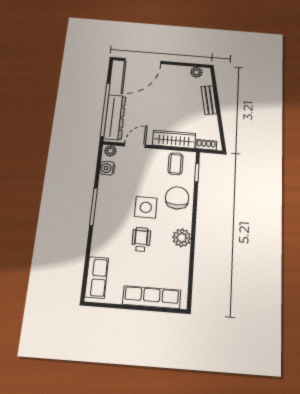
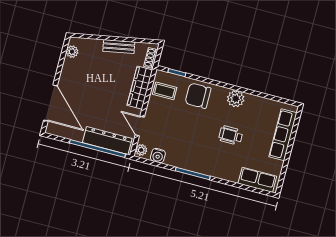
bench: (209, 100) -> (119, 47), moved
side table: (146, 207) -> (202, 126), removed

